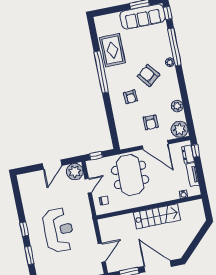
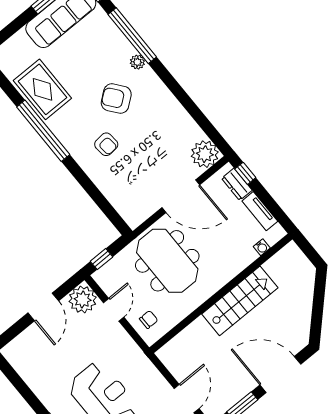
plant: (177, 106) -> (183, 121), removed
armchair: (151, 122) -> (156, 166), removed

